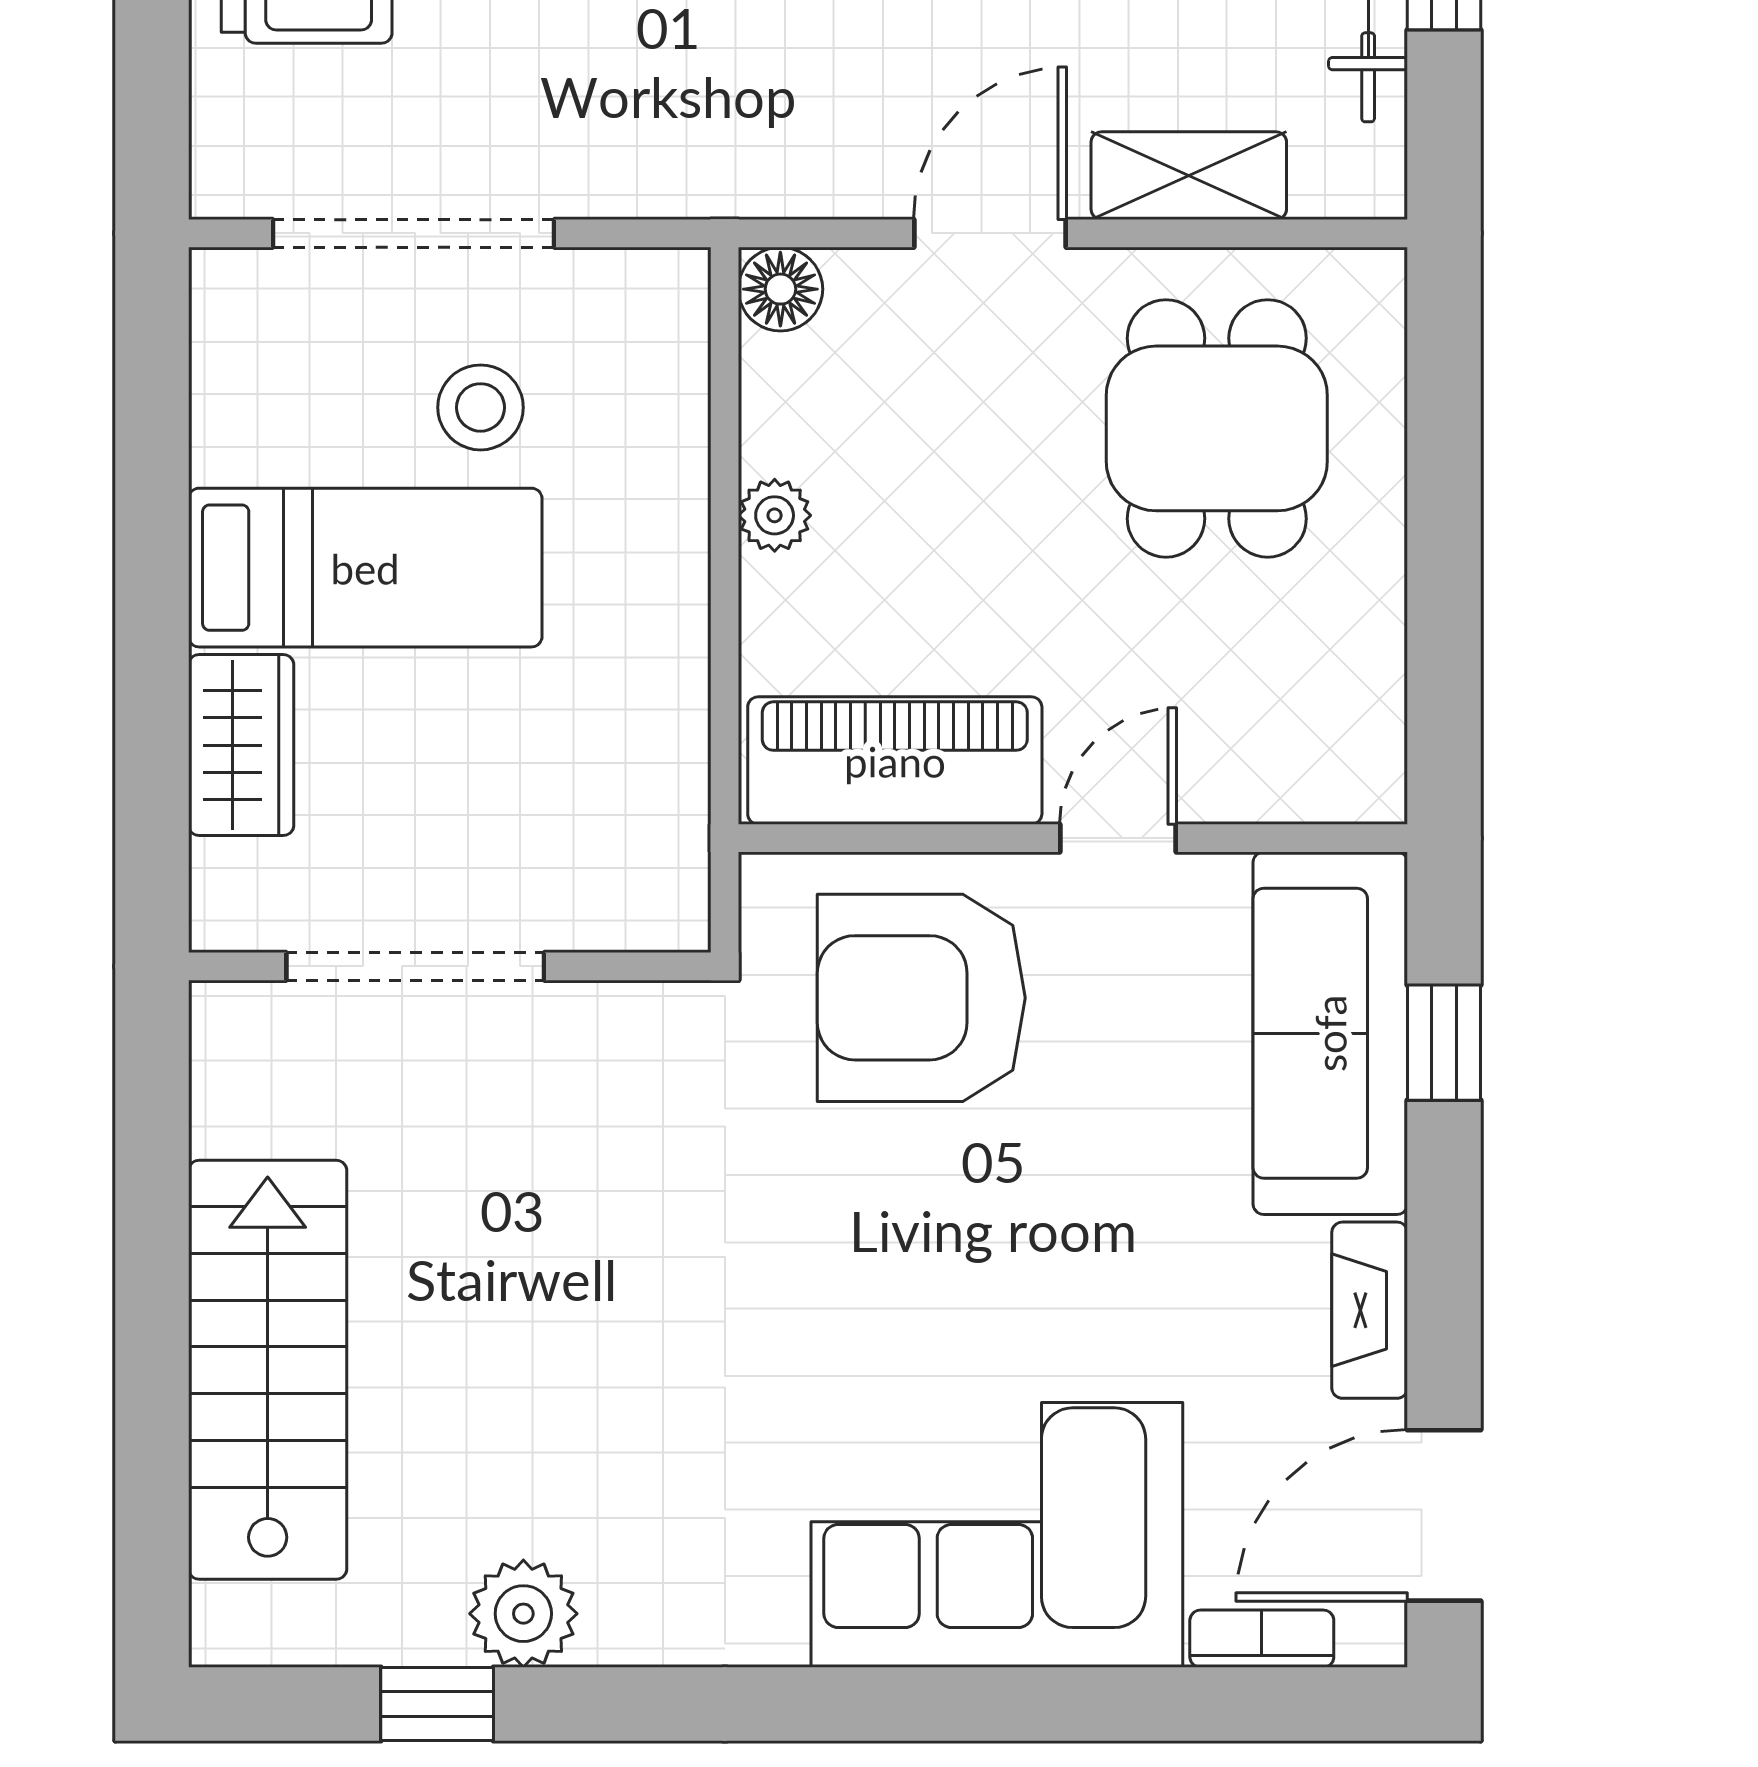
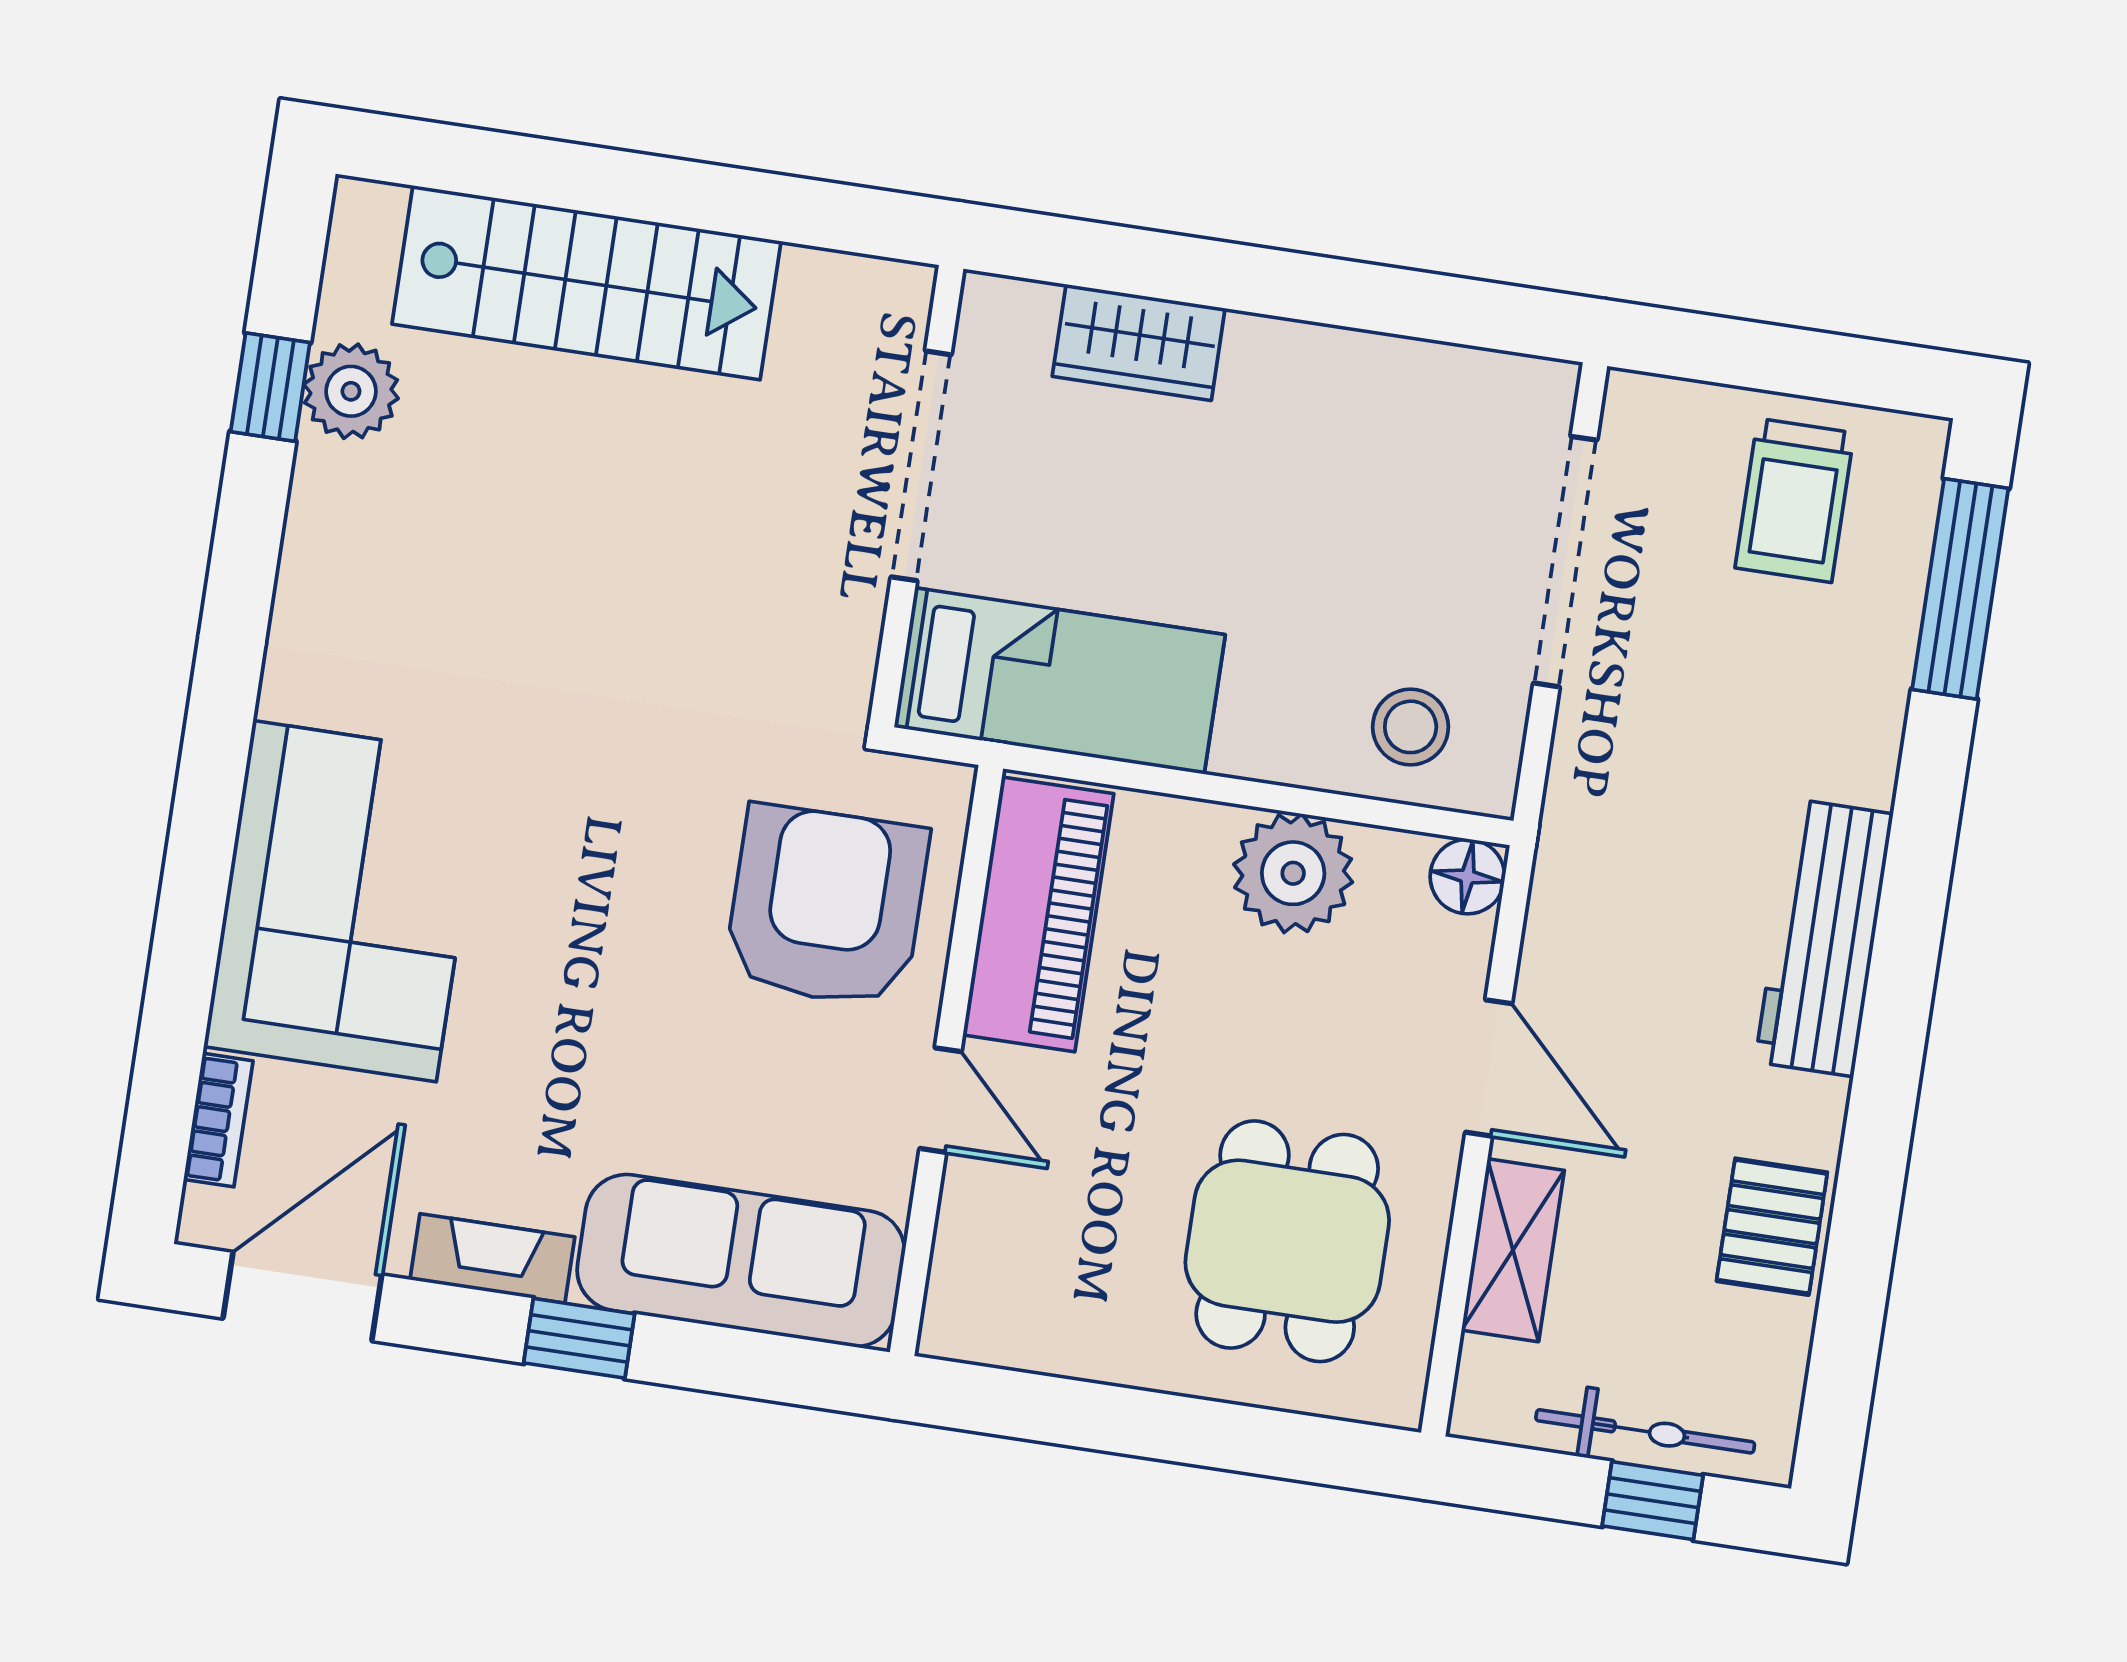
stool: (481, 407) -> (1411, 727), moved
dining table: (1217, 428) -> (1287, 1241), turned 90
plant: (775, 515) -> (1293, 873), width x1.88, depth x1.88
bed: (365, 568) -> (1060, 681), moved, turned -90
window: (1444, 1043) -> (579, 1338), moved
door: (1444, 1515) -> (302, 1296), hinge flipped
plant: (523, 1614) -> (351, 391), moved

